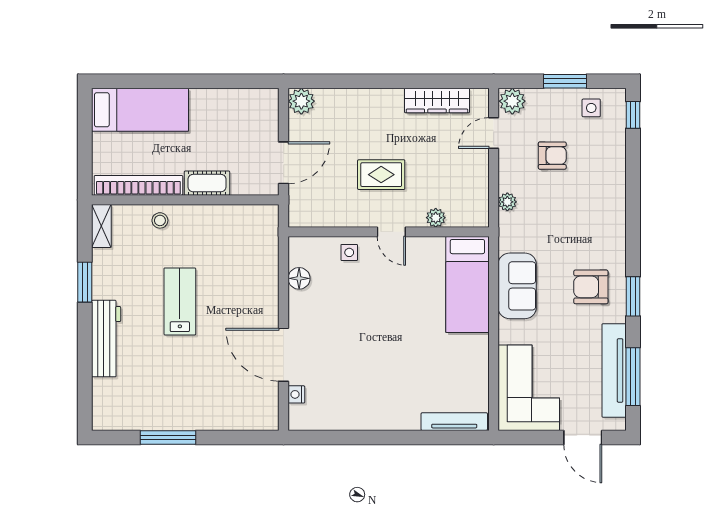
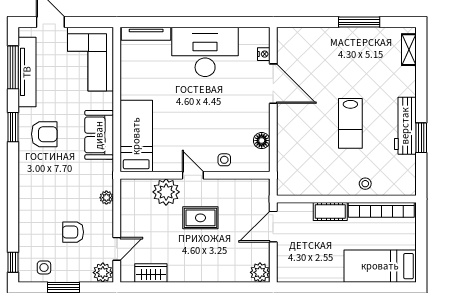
wardrobe: (437, 101) -> (151, 273), width x0.67
plant: (436, 218) -> (166, 192), width x1.88, depth x1.88
shelving: (101, 226) -> (409, 50), moved
workbench: (106, 339) -> (405, 126), moved
desk: (375, 397) -> (205, 52), added

